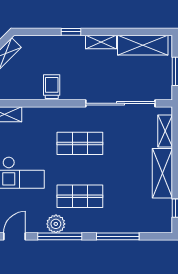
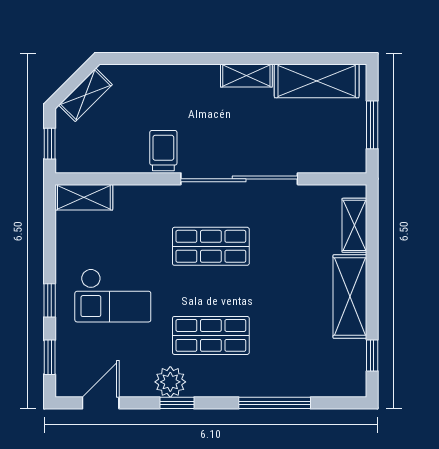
window: (71, 32) -> (196, 59), removed
sliding door: (120, 103) -> (239, 179), moved
window: (60, 236) -> (177, 403), width x0.46

